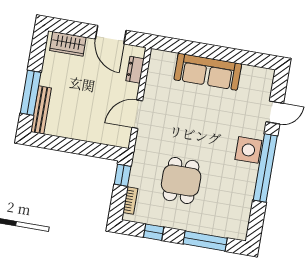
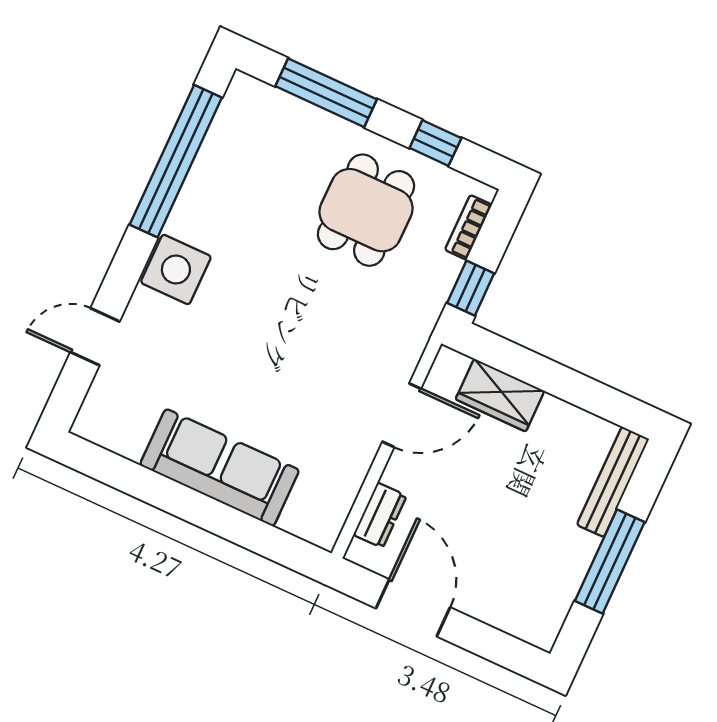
wardrobe: (68, 44) -> (500, 395), moved, turned 180
window: (31, 93) -> (610, 561), moved
window: (265, 168) -> (176, 161), moved
dining table: (181, 180) -> (366, 210), moved

